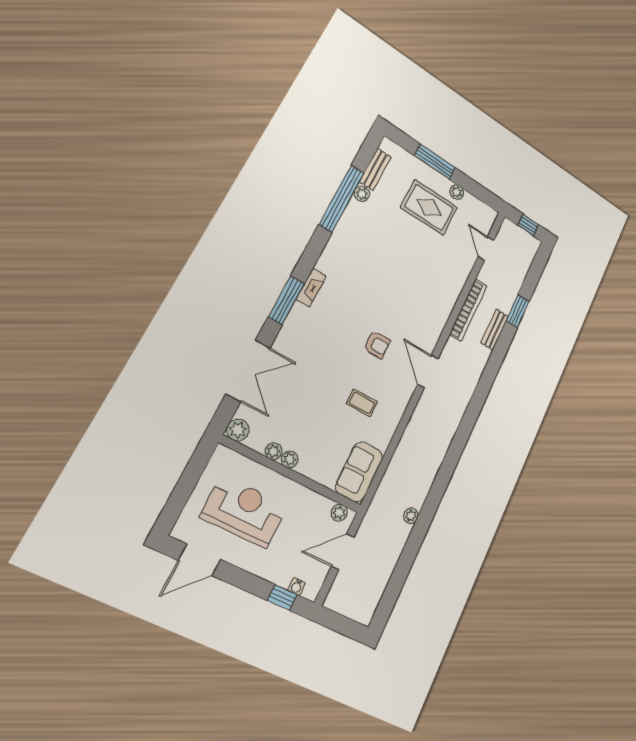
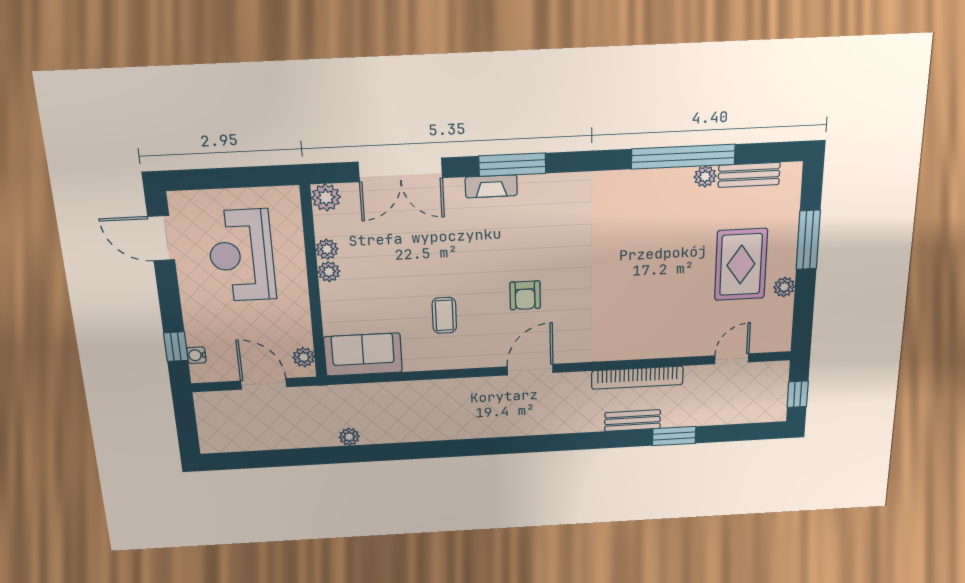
fireplace: (311, 288) -> (491, 186), moved
reception desk: (244, 511) -> (241, 256), turned 180

